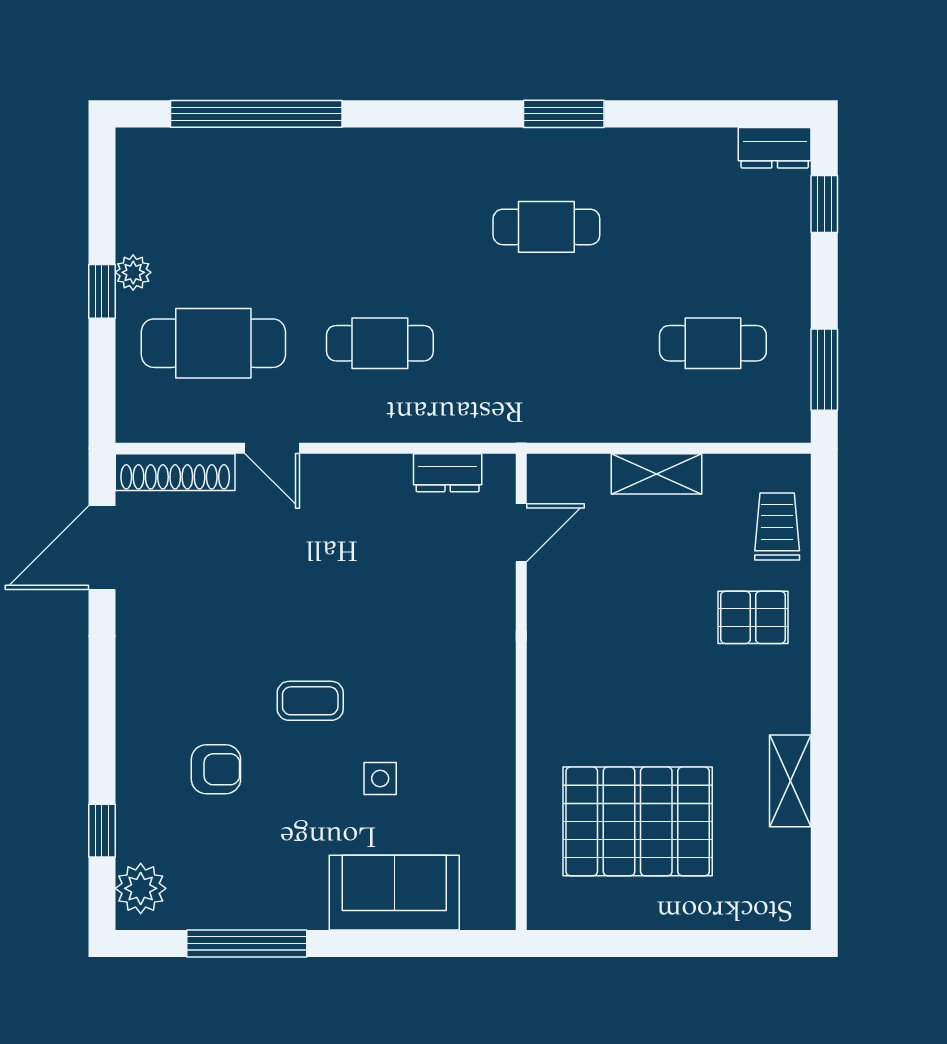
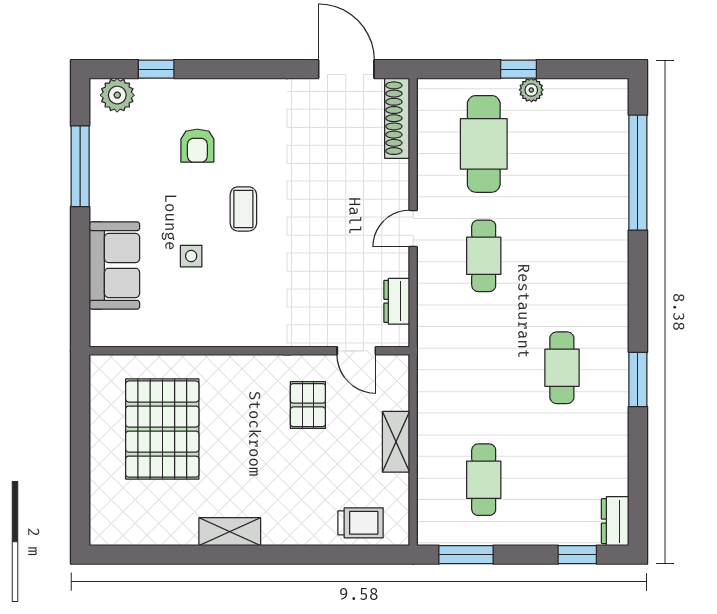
door: (272, 448) -> (413, 229), moved
pallet: (753, 617) -> (308, 405), moved
shelving: (790, 781) -> (230, 532), moved

